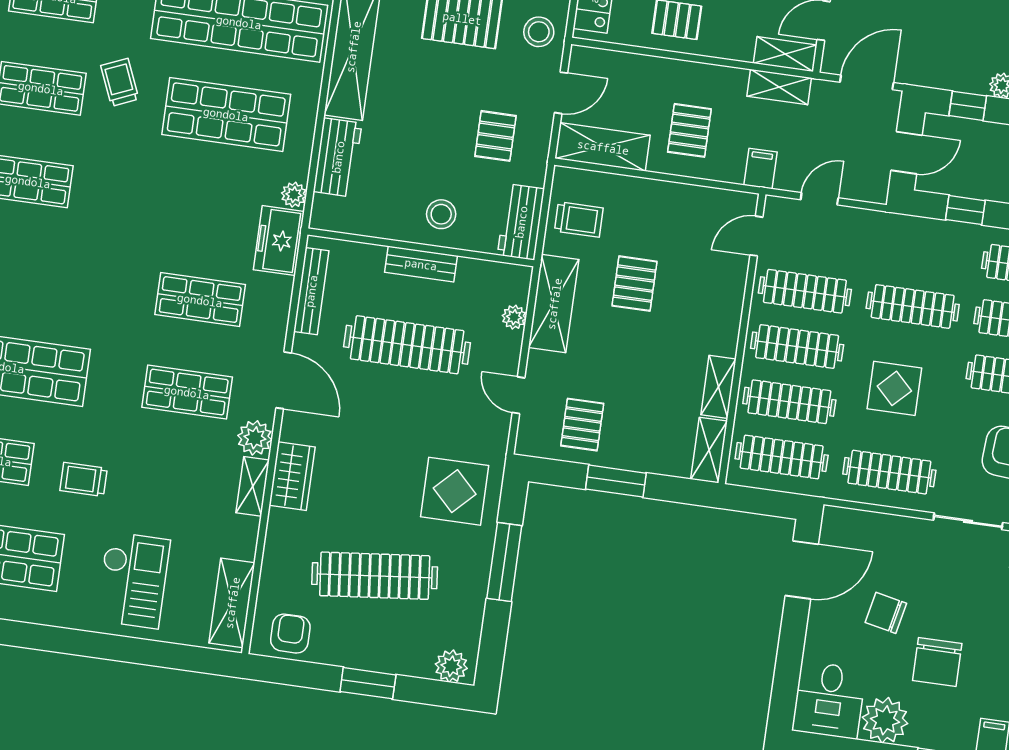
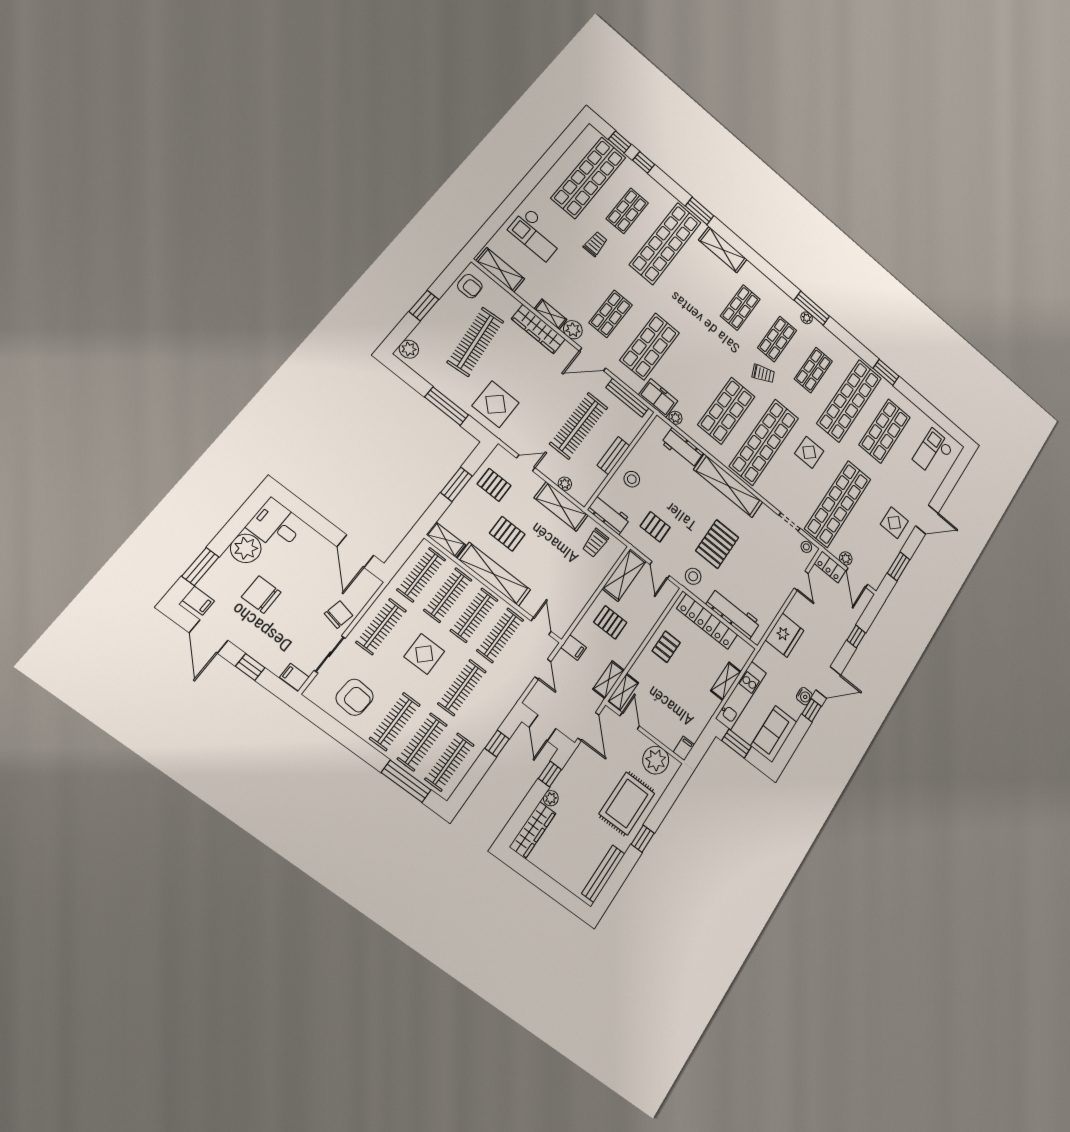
pallet: (635, 284) -> (507, 534), moved
shop shelf: (200, 300) -> (650, 346), width x1.43, depth x1.36
shelving: (718, 387) -> (494, 574), width x2.20, depth x1.33
wardrobe: (292, 476) -> (538, 329), width x1.50
chair: (886, 613) -> (339, 615), moved

